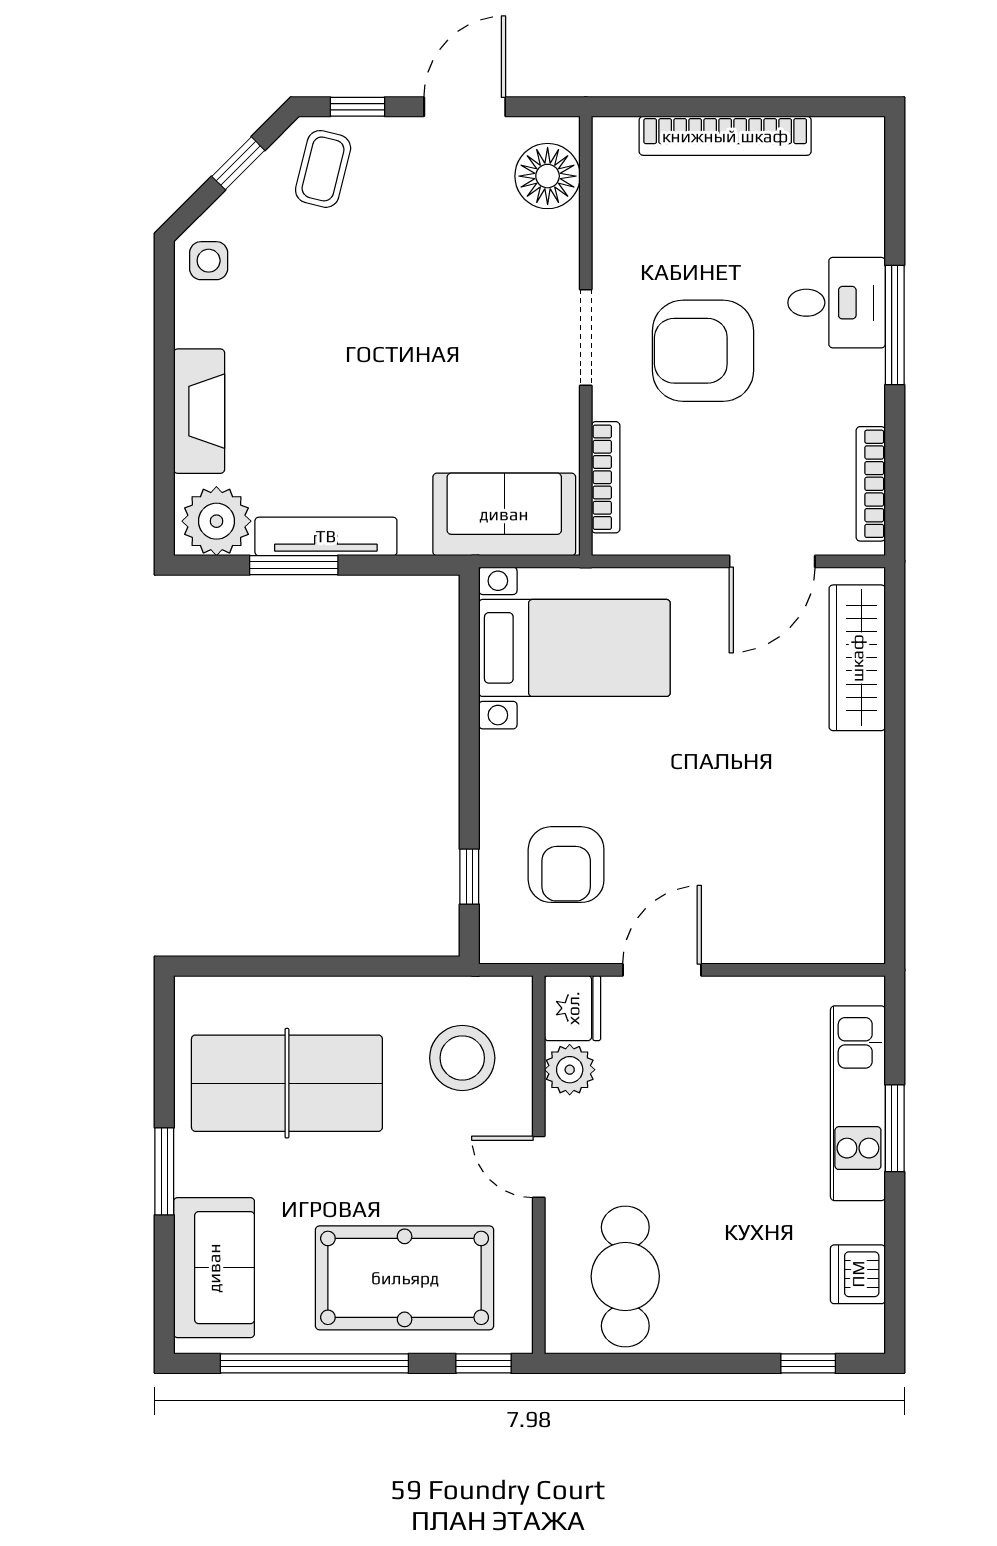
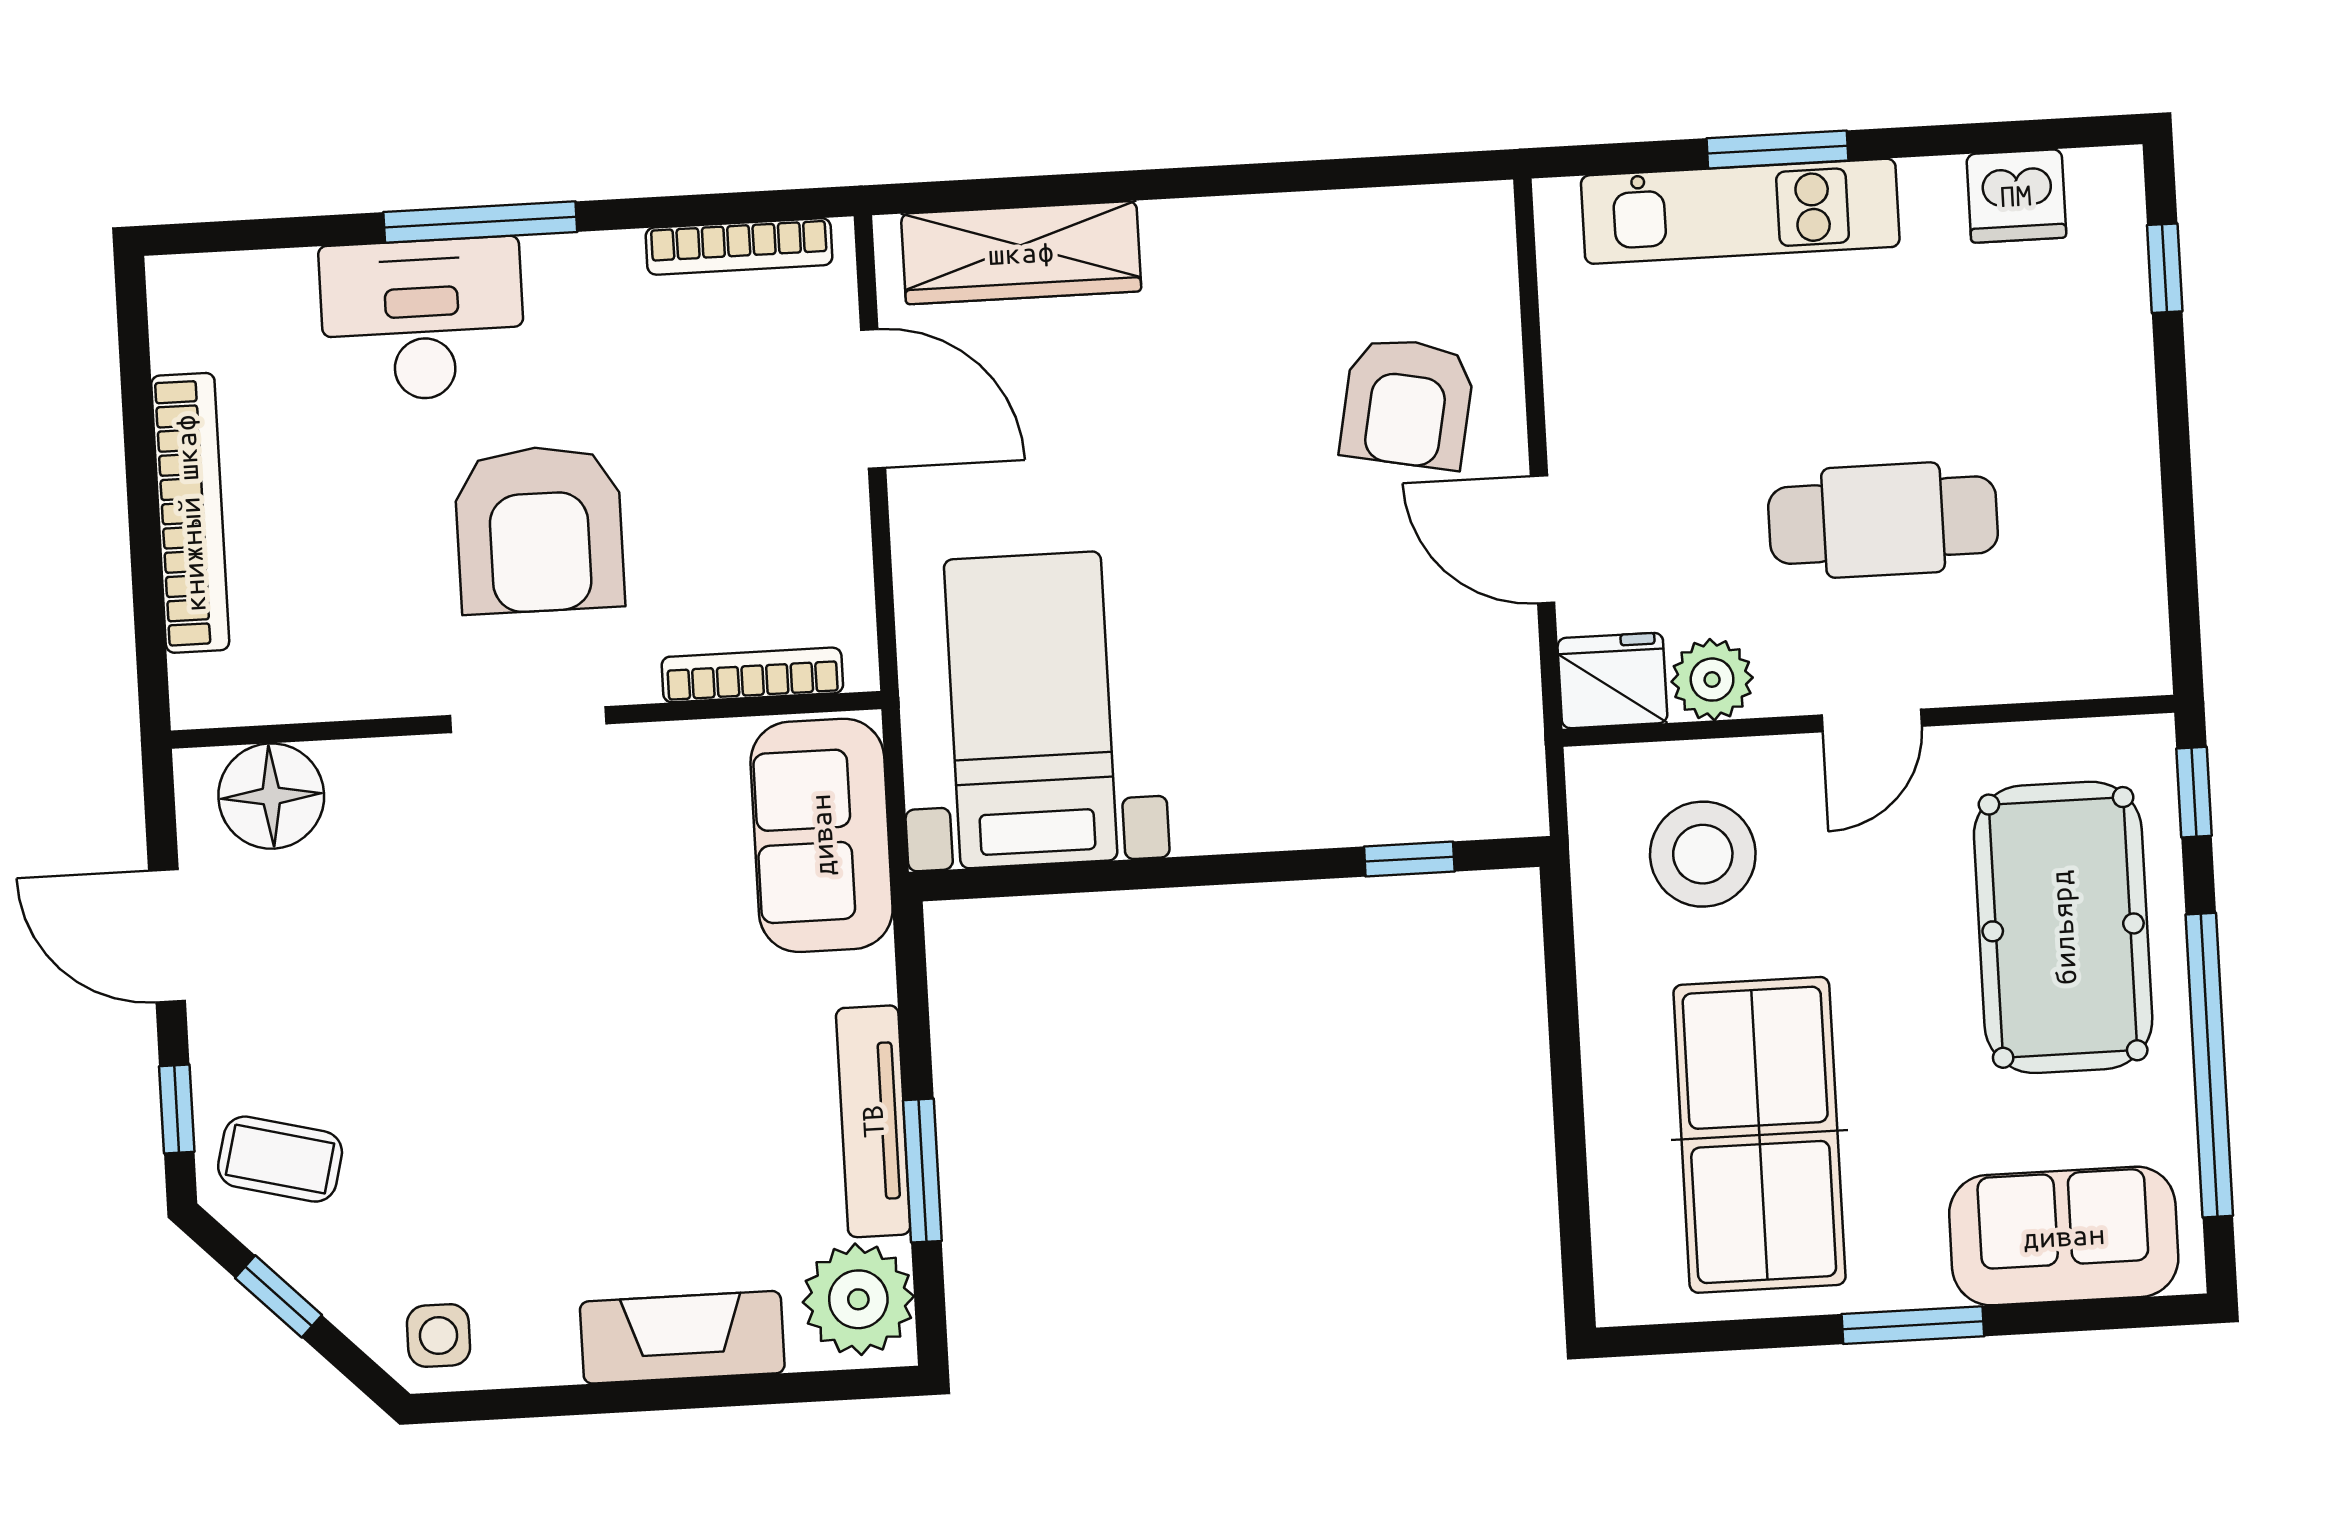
desk: (837, 303) -> (422, 319), width x1.37
armchair: (566, 865) -> (1407, 403), moved, turned 101
cafe table: (625, 1276) -> (1883, 520), moved

